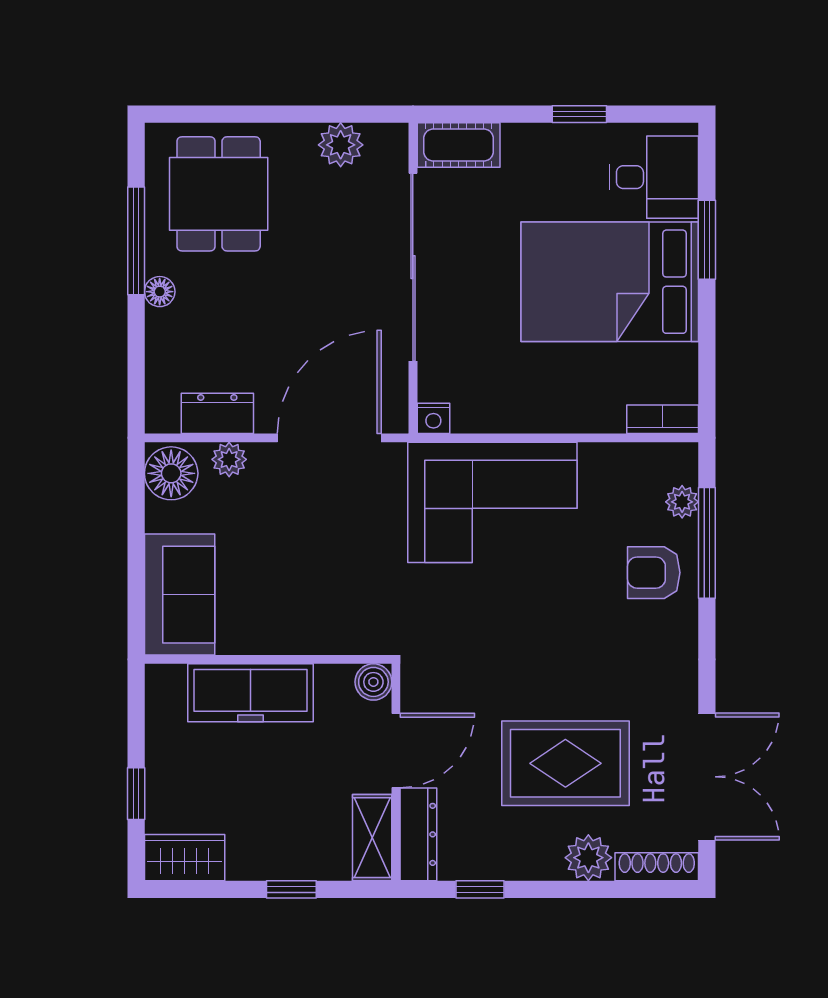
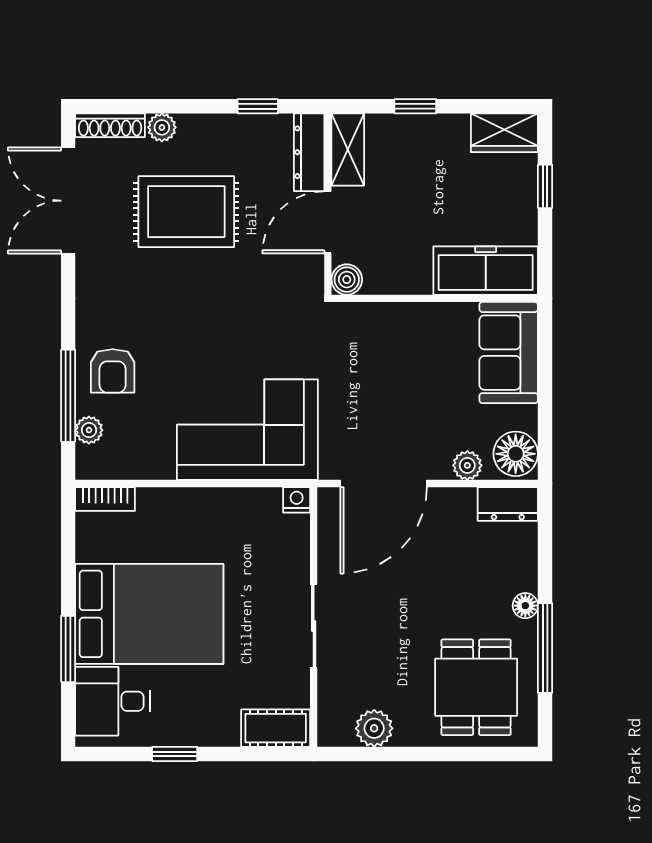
sliding door: (413, 267) -> (314, 626), width x0.54
dresser: (217, 413) -> (508, 504), moved
armchair: (654, 573) -> (113, 371), turned 90
freezer: (251, 693) -> (486, 271), moved
plant: (588, 858) -> (162, 127), width x0.73, depth x0.73

